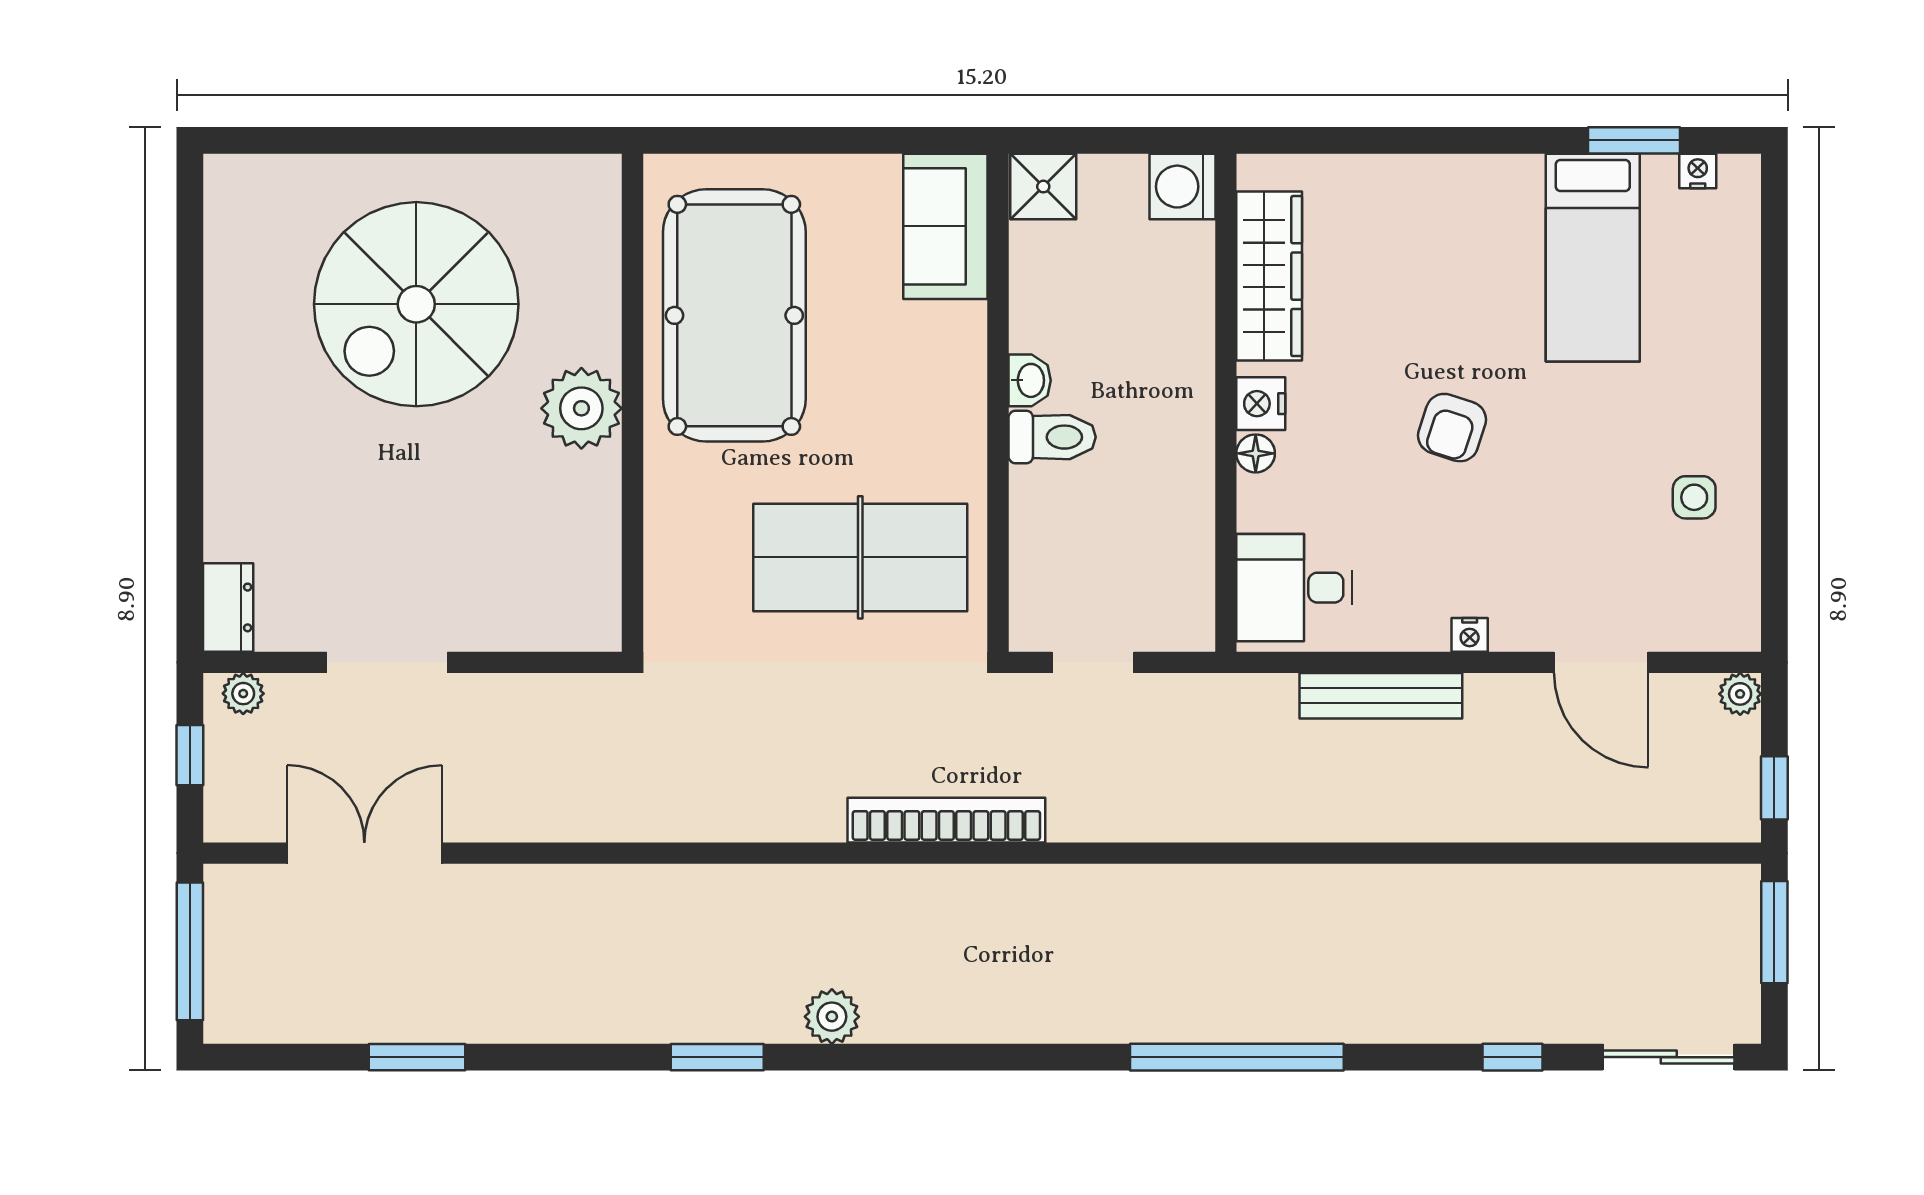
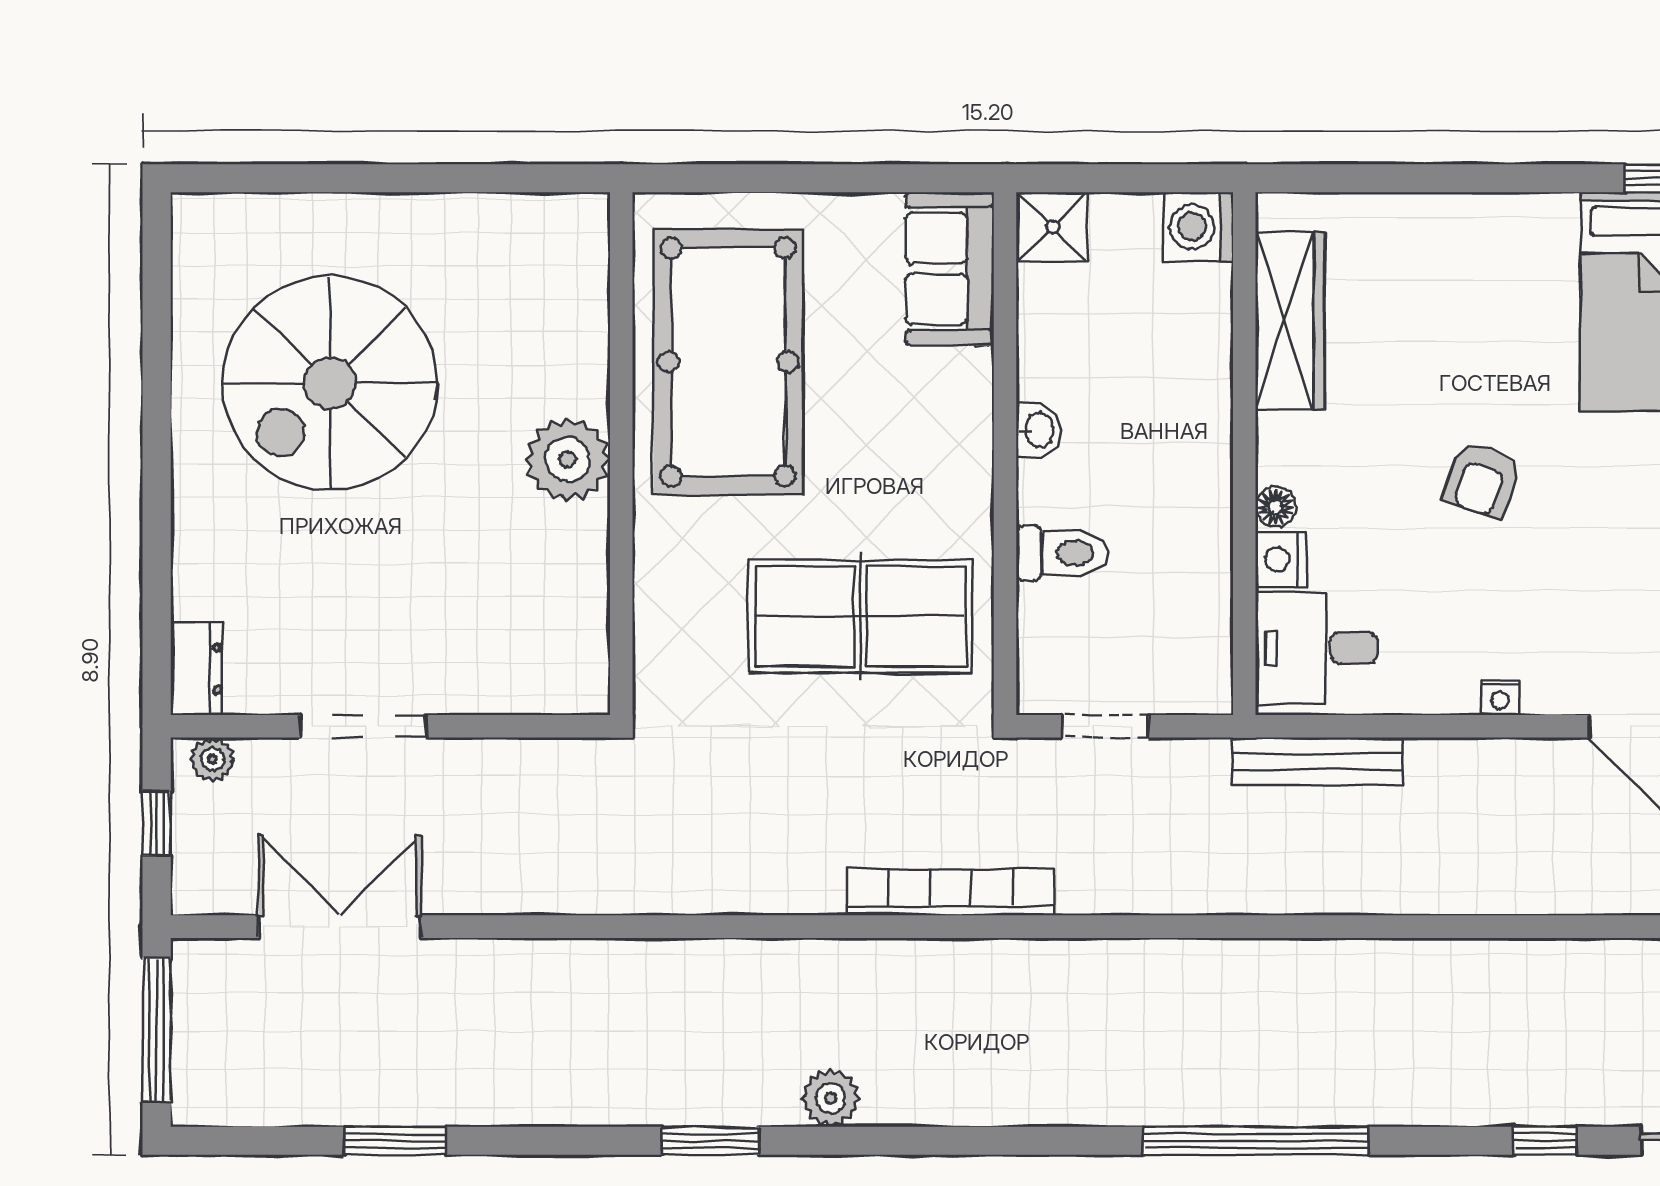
spiral stairs: (416, 304) -> (330, 383), moved
nightstand: (1261, 404) -> (1281, 559), moved
toilet: (1052, 437) -> (1062, 553), moved
bench: (1381, 696) -> (1317, 761), moved

